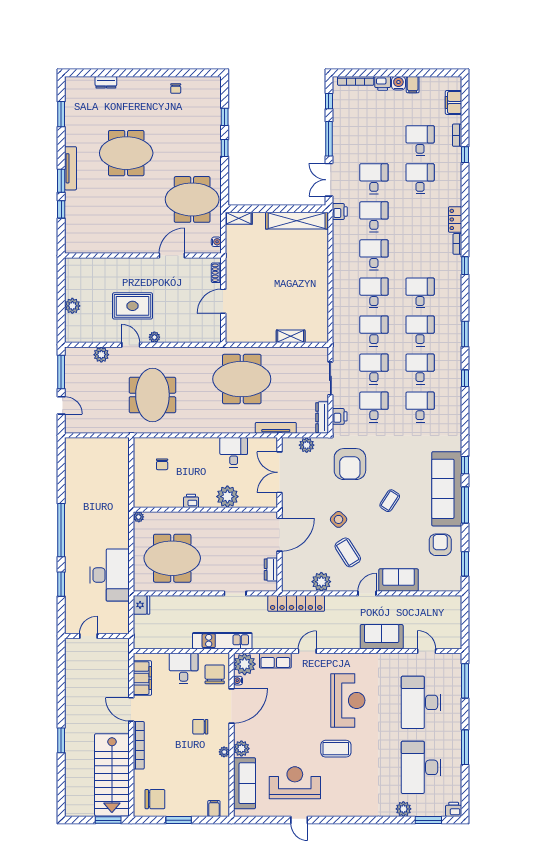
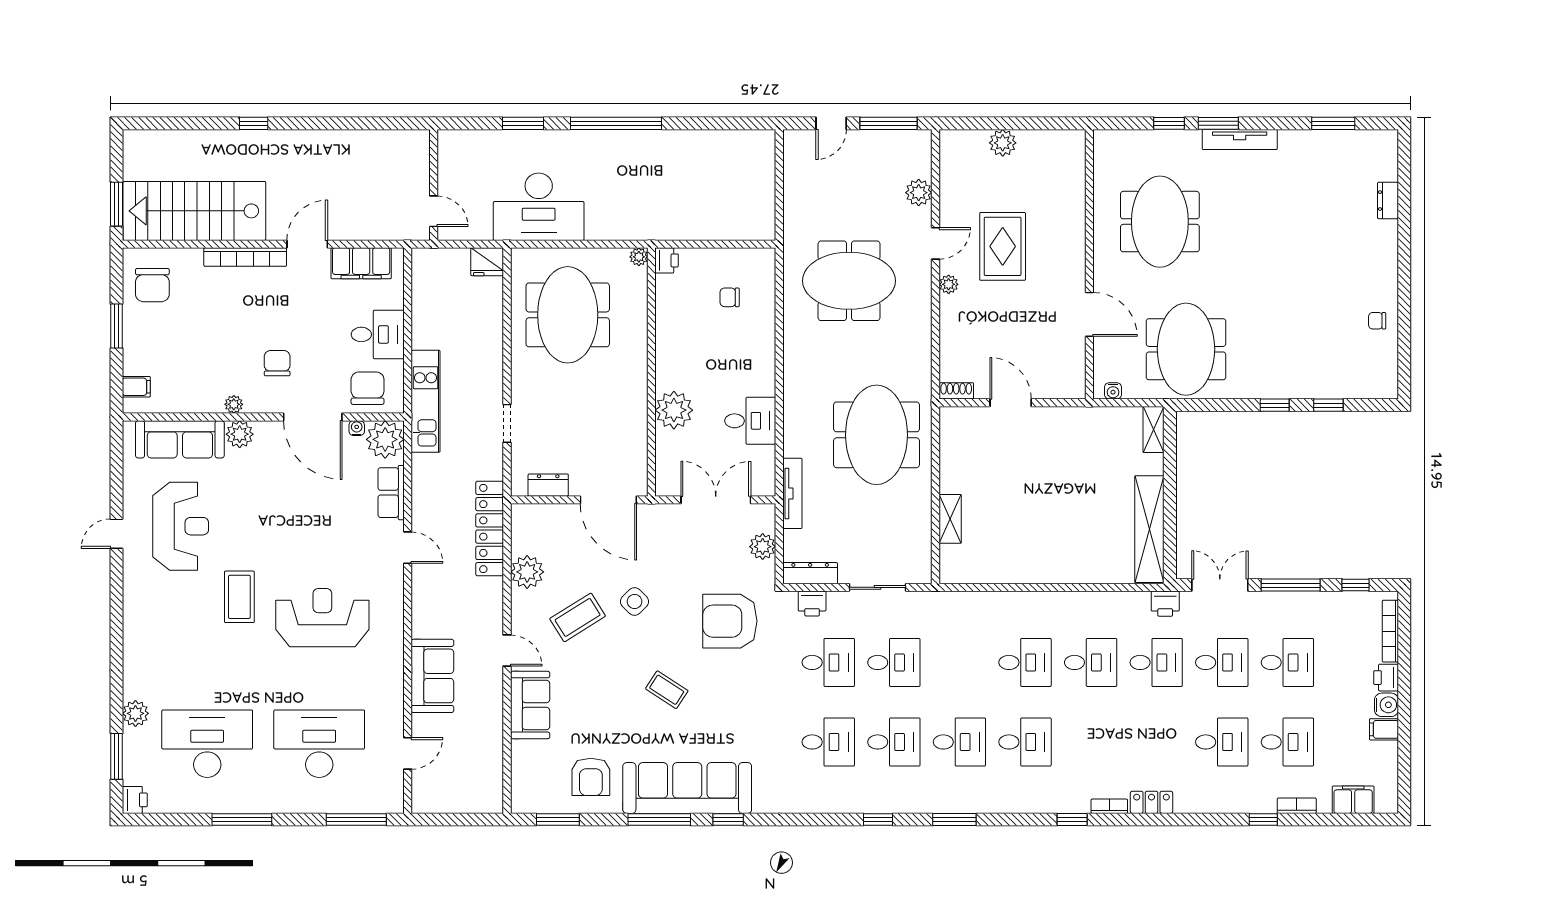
meeting table: (126, 153) -> (1160, 222), moved
shoe rack: (216, 273) -> (956, 391), moved
desk: (374, 331) -> (1287, 662), moved
printer: (191, 501) -> (667, 260), moved
armchair: (440, 545) -> (591, 777), turned 90
door: (88, 636) -> (434, 211), moved
chair: (215, 674) -> (368, 388), turned -90
reception desk: (348, 700) -> (322, 618), turned 180
window: (61, 740) -> (254, 123), width x0.67

